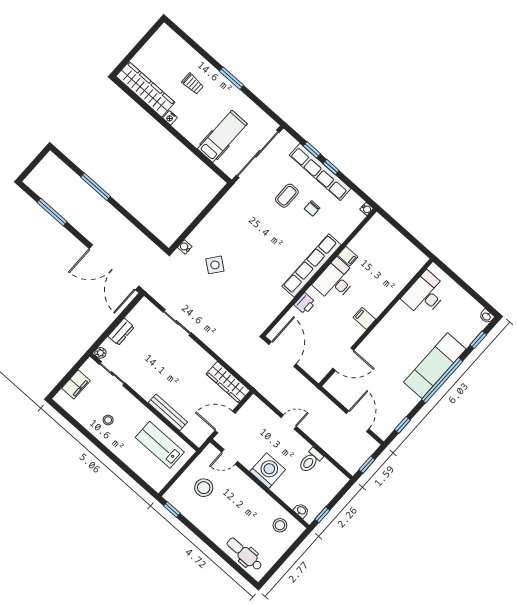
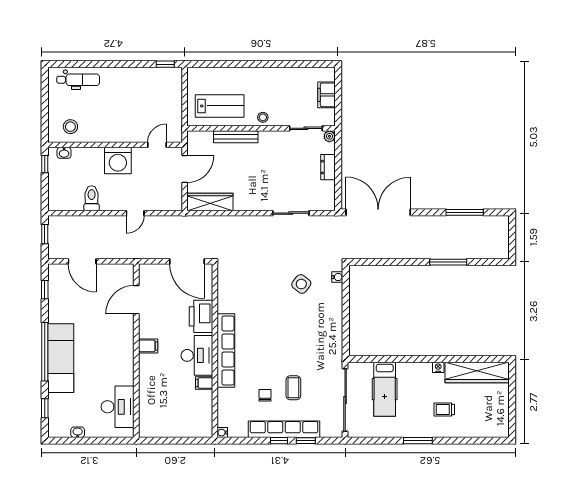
printer: (305, 303) -> (201, 316), width x1.87, depth x1.48
washbasin: (487, 316) -> (78, 432), moved
stool: (108, 420) -> (263, 117), moved
stool: (204, 488) -> (156, 103), removed

